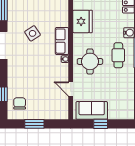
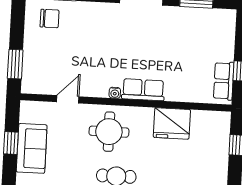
side table: (33, 33) -> (157, 45), removed
sofa: (92, 110) -> (32, 148), moved
window: (34, 124) -> (15, 64), moved

